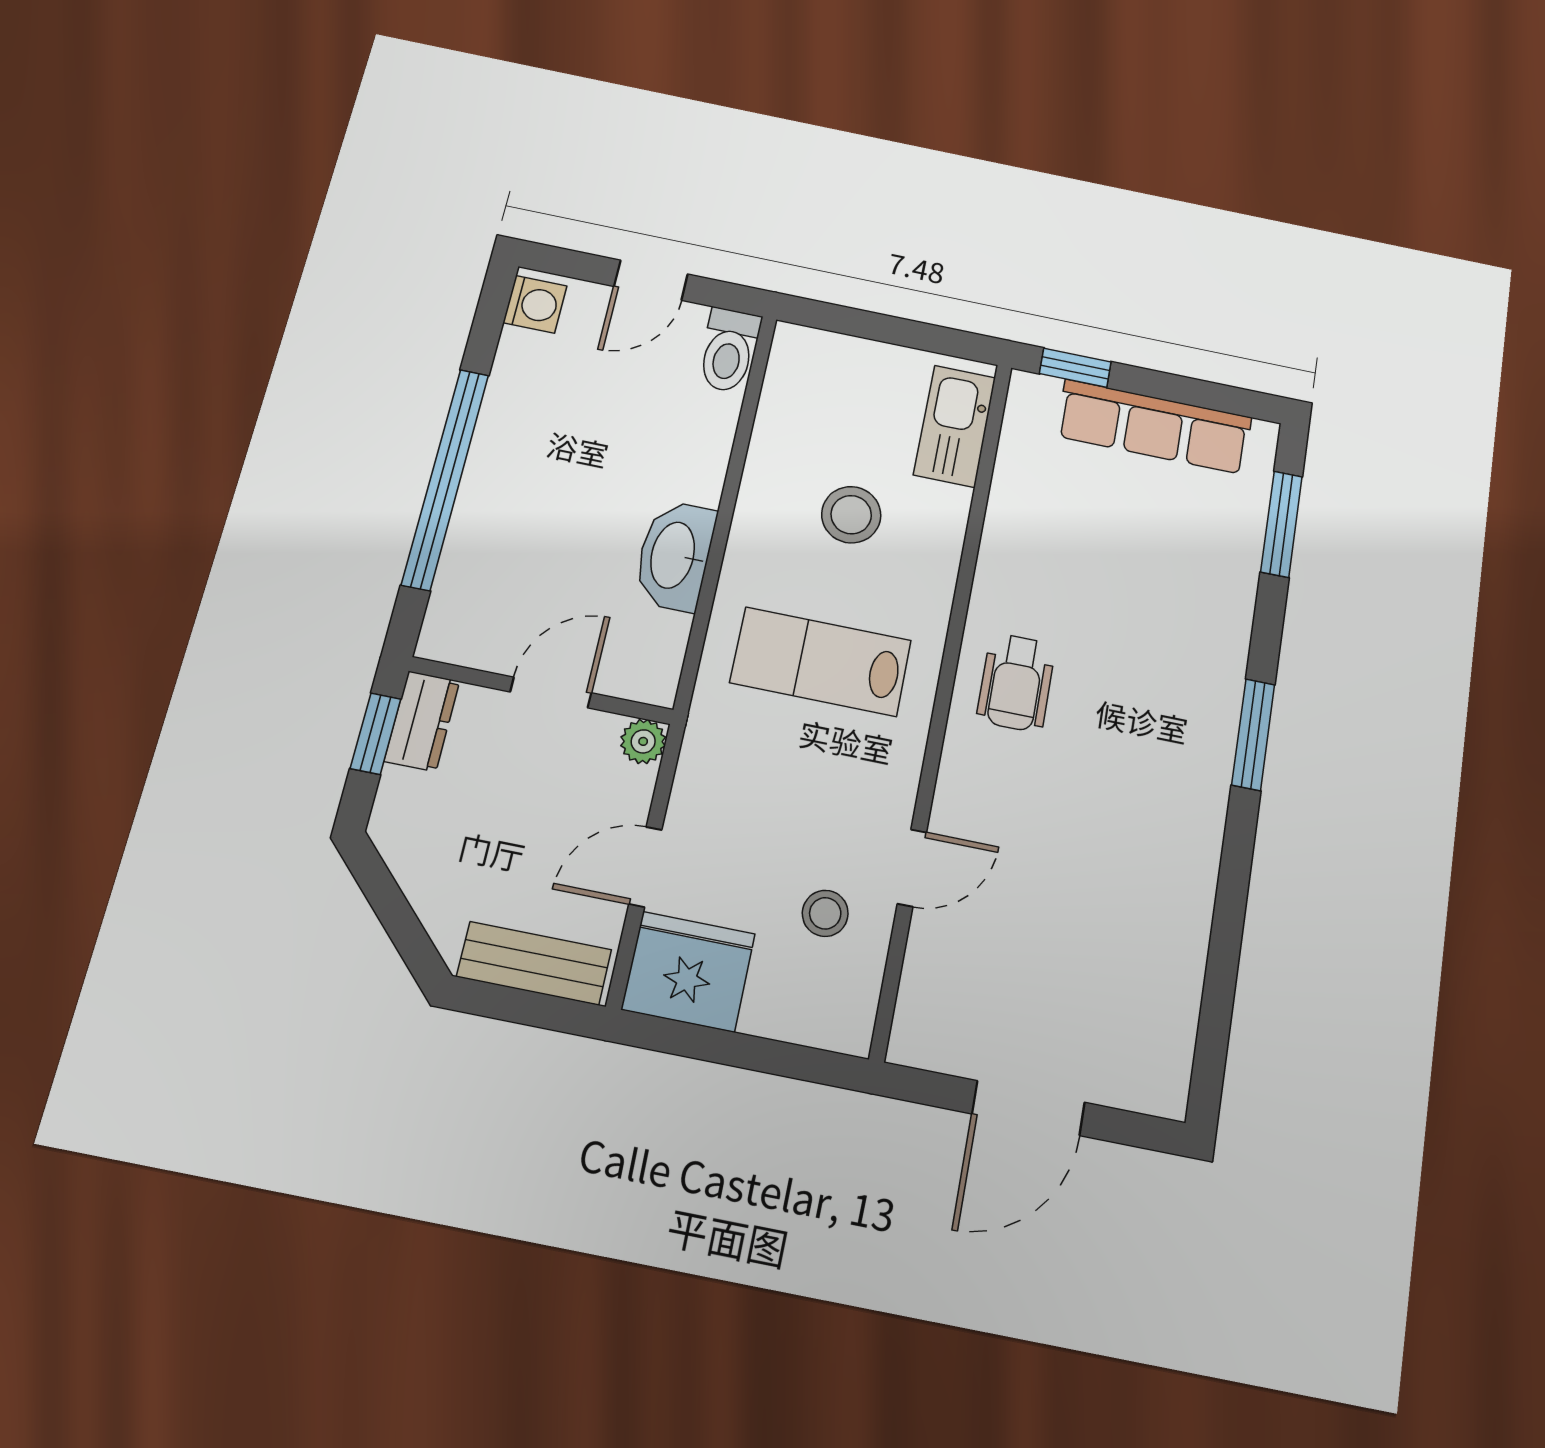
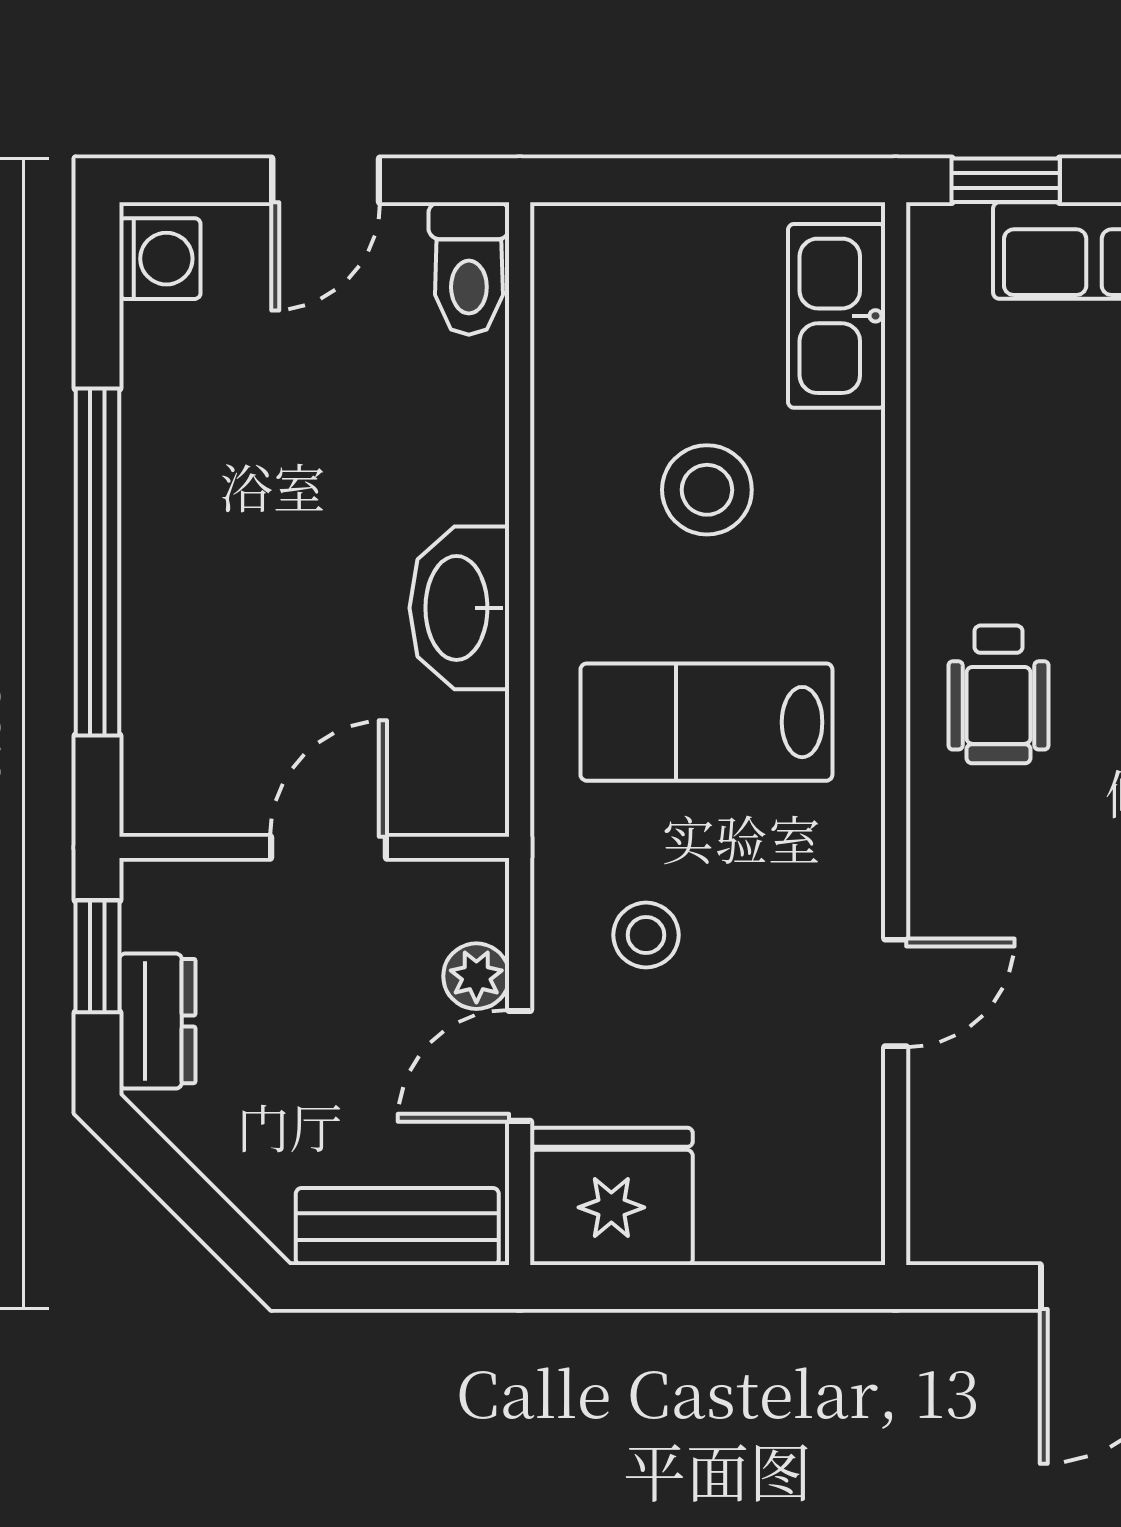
dresser: (422, 721) -> (157, 1021), moved
plant: (643, 741) -> (476, 976), moved
stool: (825, 913) -> (646, 935), moved

